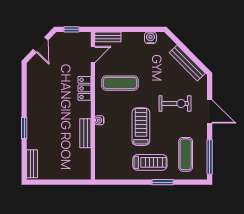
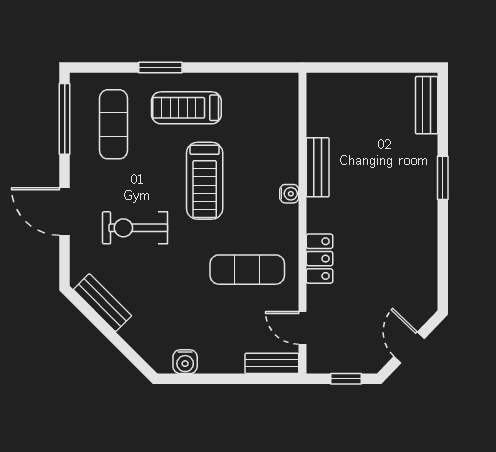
door: (93, 54) -> (302, 328), hinge flipped
bench: (187, 63) -> (102, 303), width x0.73

